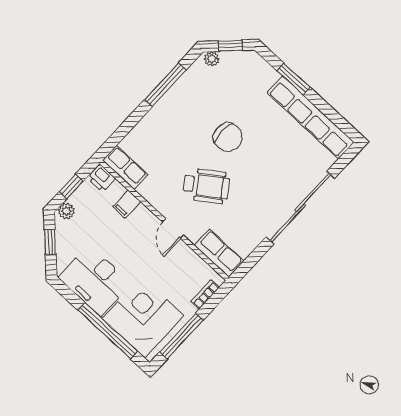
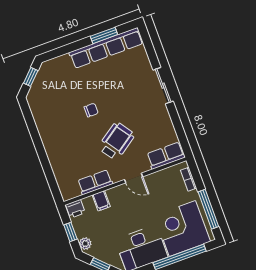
plant: (212, 59) -> (33, 94), removed
window: (294, 79) -> (104, 35), moved
window: (165, 85) -> (35, 134), removed
chair: (228, 137) -> (91, 110), width x0.54, depth x0.54
row of seats: (125, 167) -> (95, 182), moved
sliding door: (300, 208) -> (163, 86), width x0.54

